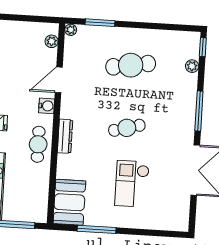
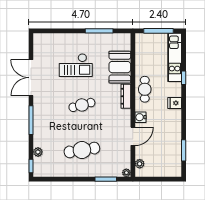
checkout: (132, 184) -> (76, 65), turned 90
booth: (69, 202) -> (120, 67), moved

